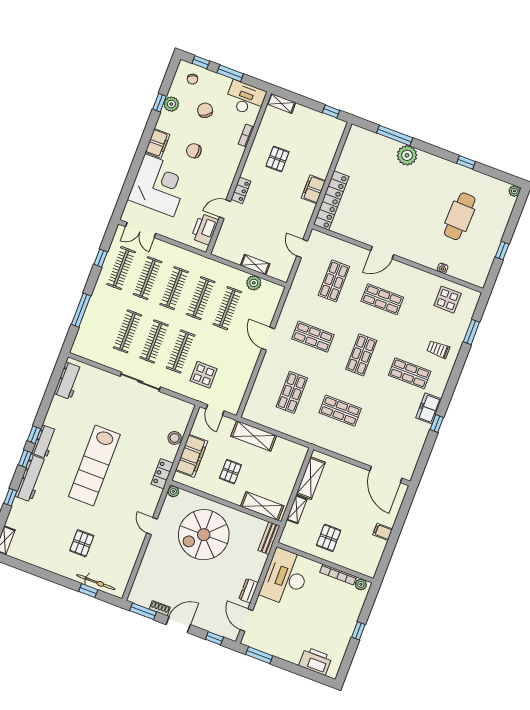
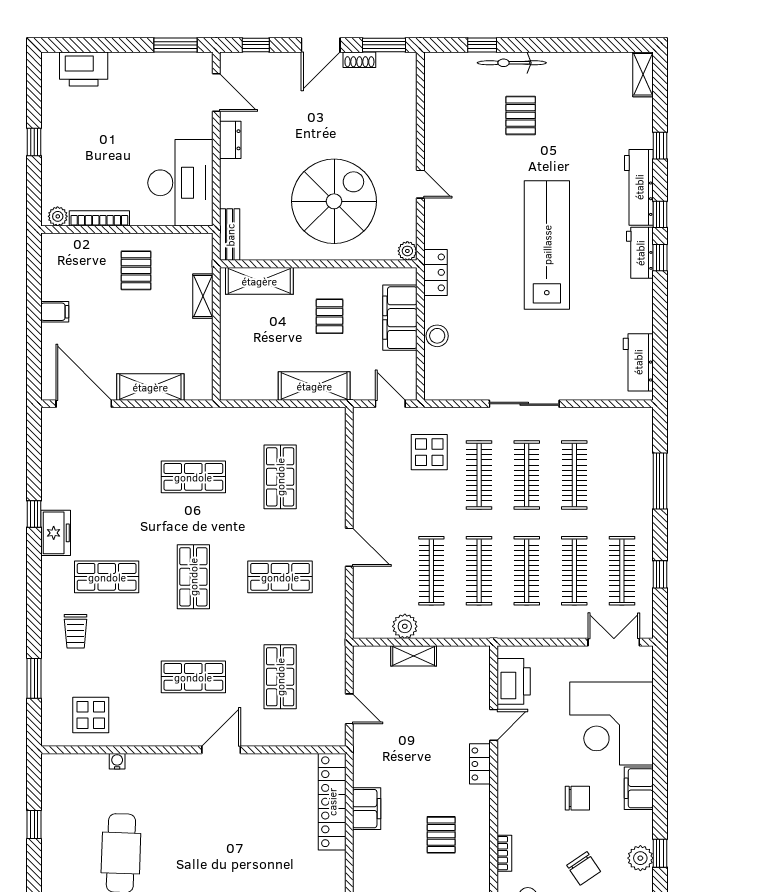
trolley: (438, 349) -> (76, 631), turned 90
shelving: (311, 478) -> (150, 387), moved, turned 90
bicycle: (96, 582) -> (512, 63), moved

